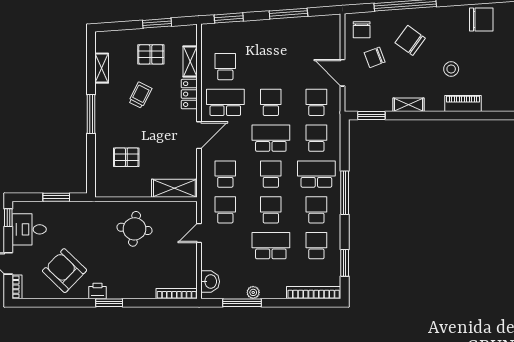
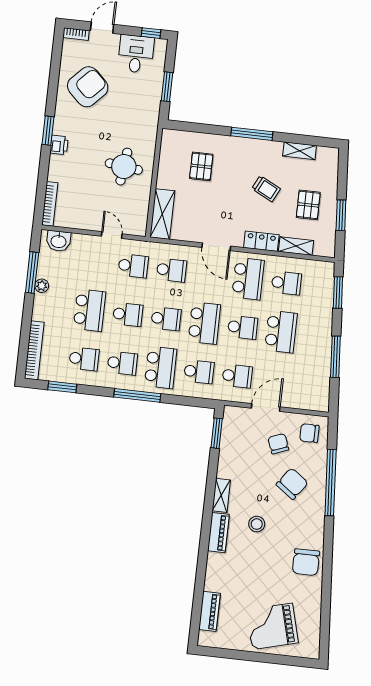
school desk: (271, 67) -> (281, 332), added
shelving: (408, 105) -> (221, 495), moved
printer: (98, 291) -> (59, 145), moved

